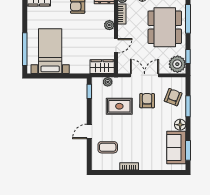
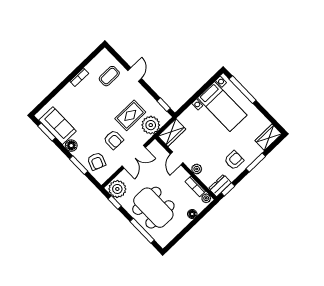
plant: (108, 82) -> (151, 125), width x1.88, depth x1.88

